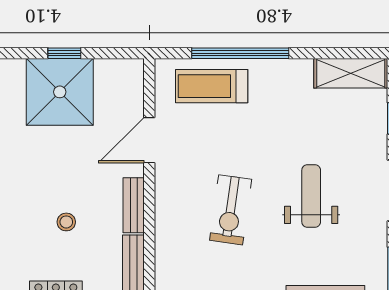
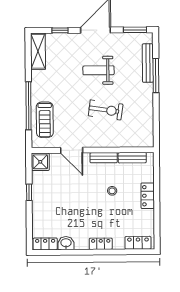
shower: (60, 92) -> (40, 162), moved, width x0.54, depth x0.54

